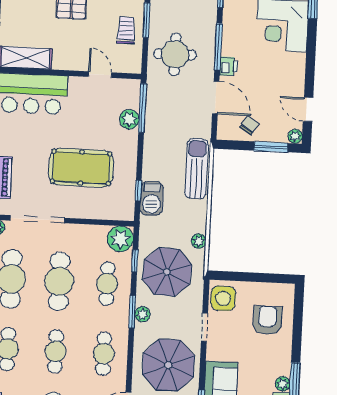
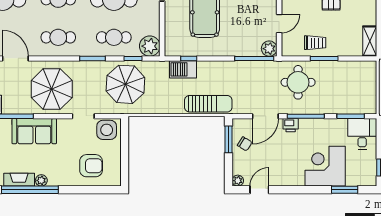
plant: (129, 119) -> (269, 49), moved
window: (271, 147) -> (229, 139), moved
plant: (199, 241) -> (151, 108), removed
plant: (143, 314) -> (91, 67), removed

